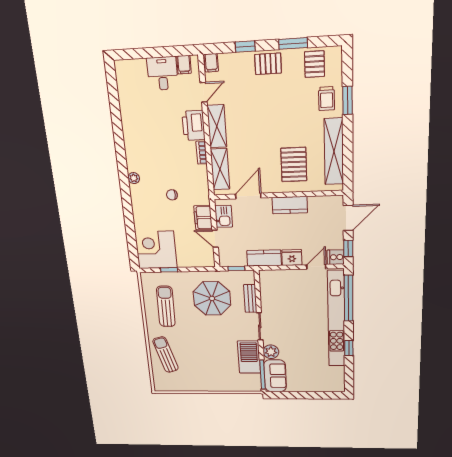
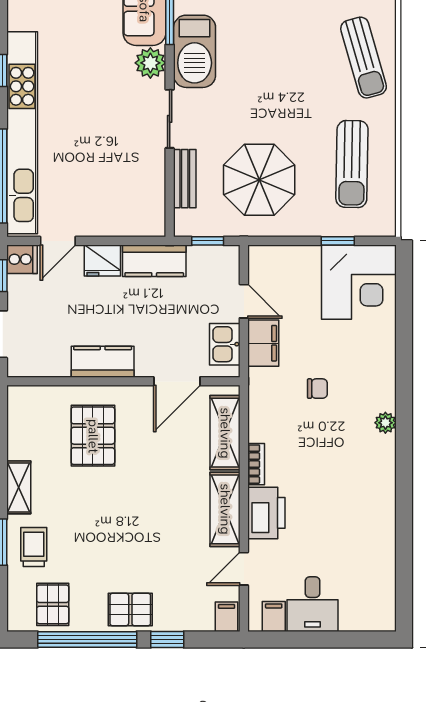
window: (293, 43) -> (87, 639), width x2.11
shelving: (334, 152) -> (19, 487), width x0.45, depth x0.75

